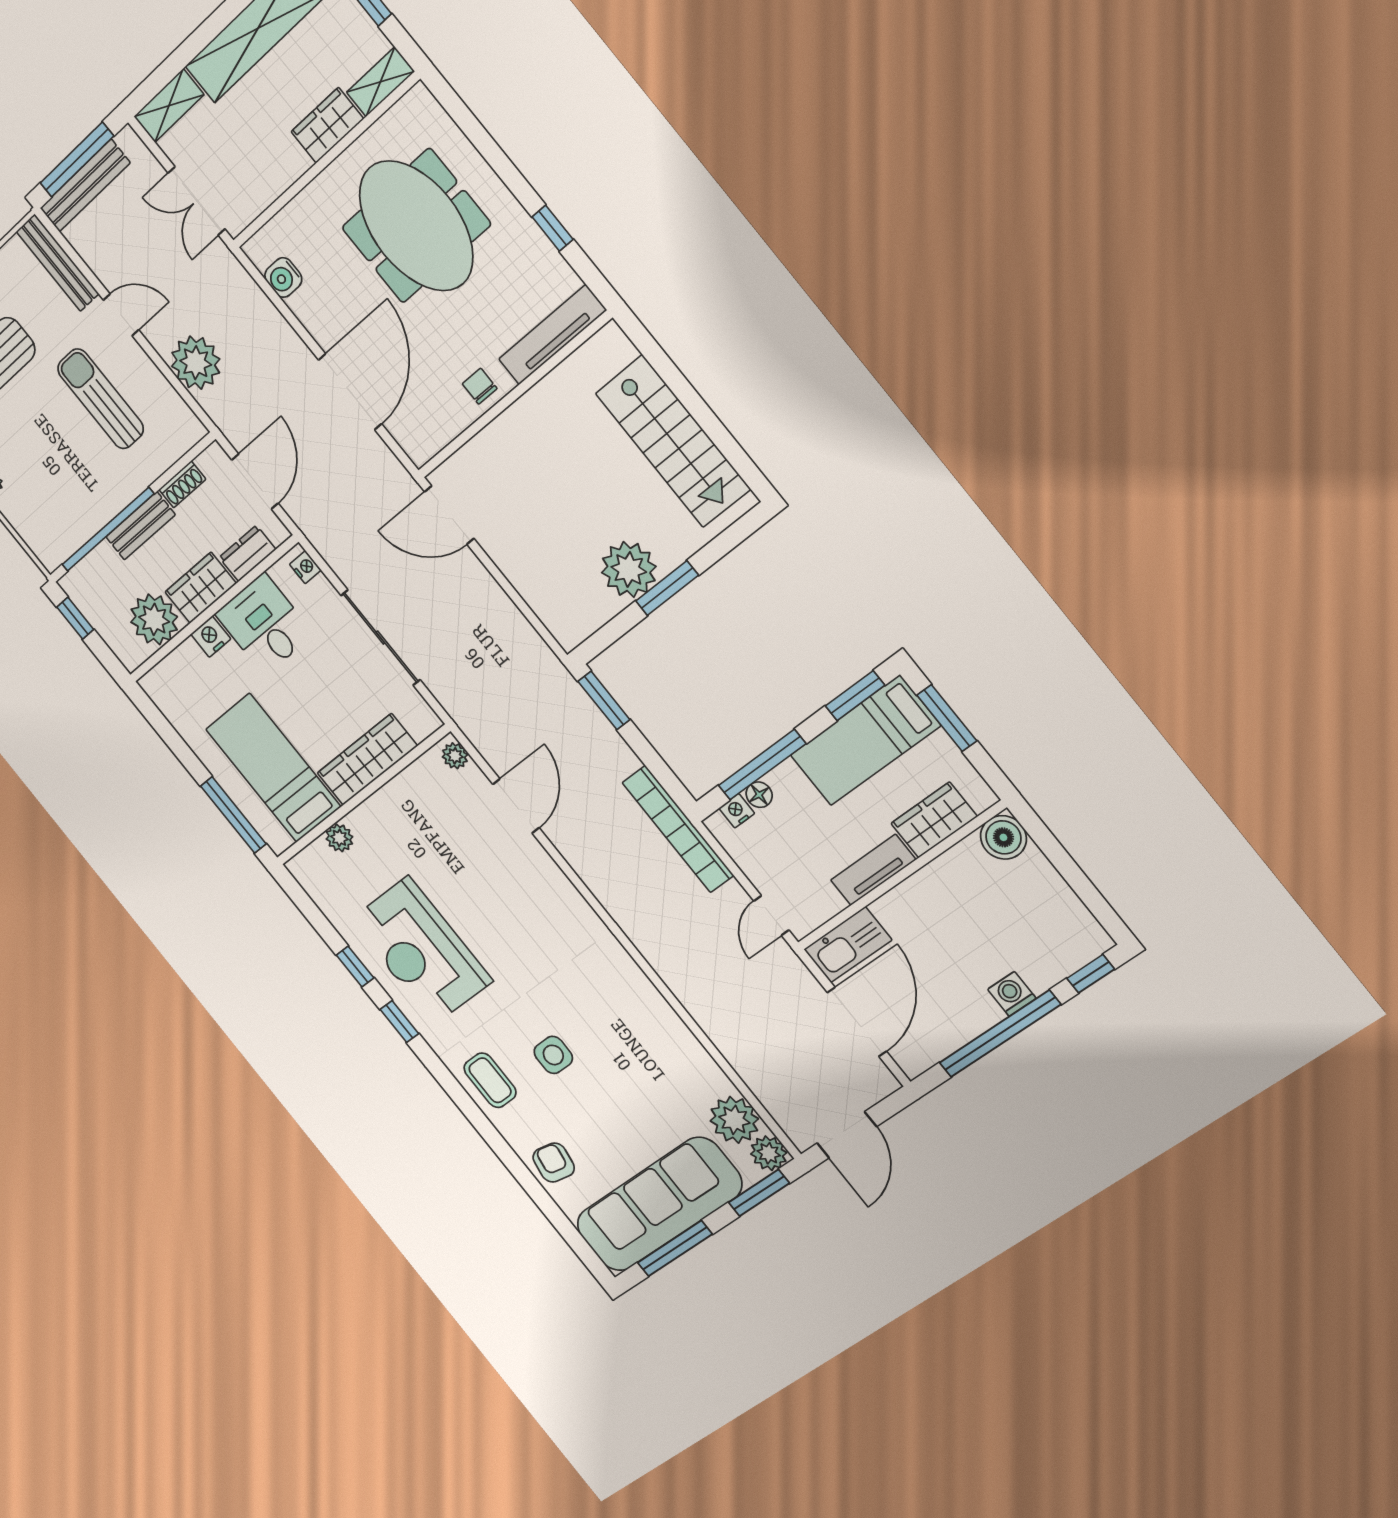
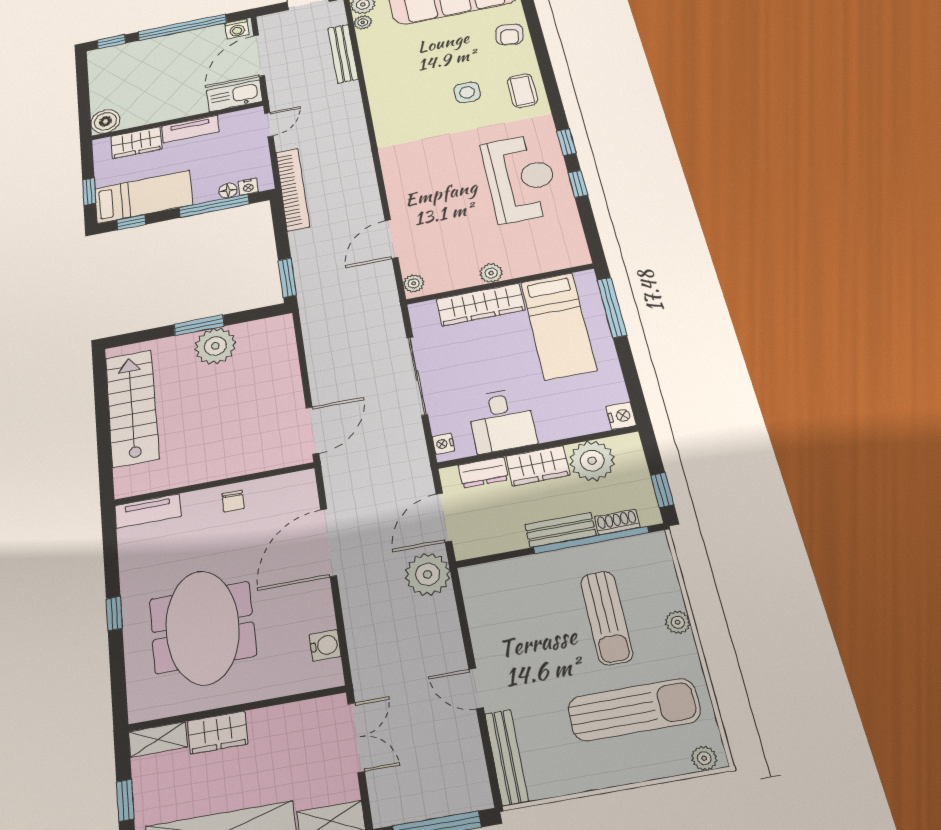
bench: (85, 186) -> (343, 54), moved, turned 90
window: (553, 228) -> (114, 613), moved
tv unit: (552, 335) -> (148, 511), width x0.71
plant: (196, 363) -> (428, 574), moved
sun lounger: (101, 399) -> (607, 618), moved
shoe rack: (182, 484) -> (617, 522), moved
door: (449, 515) -> (312, 430), hinge flipped
nightstand: (211, 637) -> (621, 416), moved, turned -90
window: (855, 696) -> (131, 222), width x0.67
window: (947, 718) -> (89, 191), width x0.67
plant: (339, 838) -> (491, 273), moved
washing machine: (1012, 994) -> (237, 29), moved
plant: (734, 1120) -> (363, 22), width x0.53, depth x0.53

